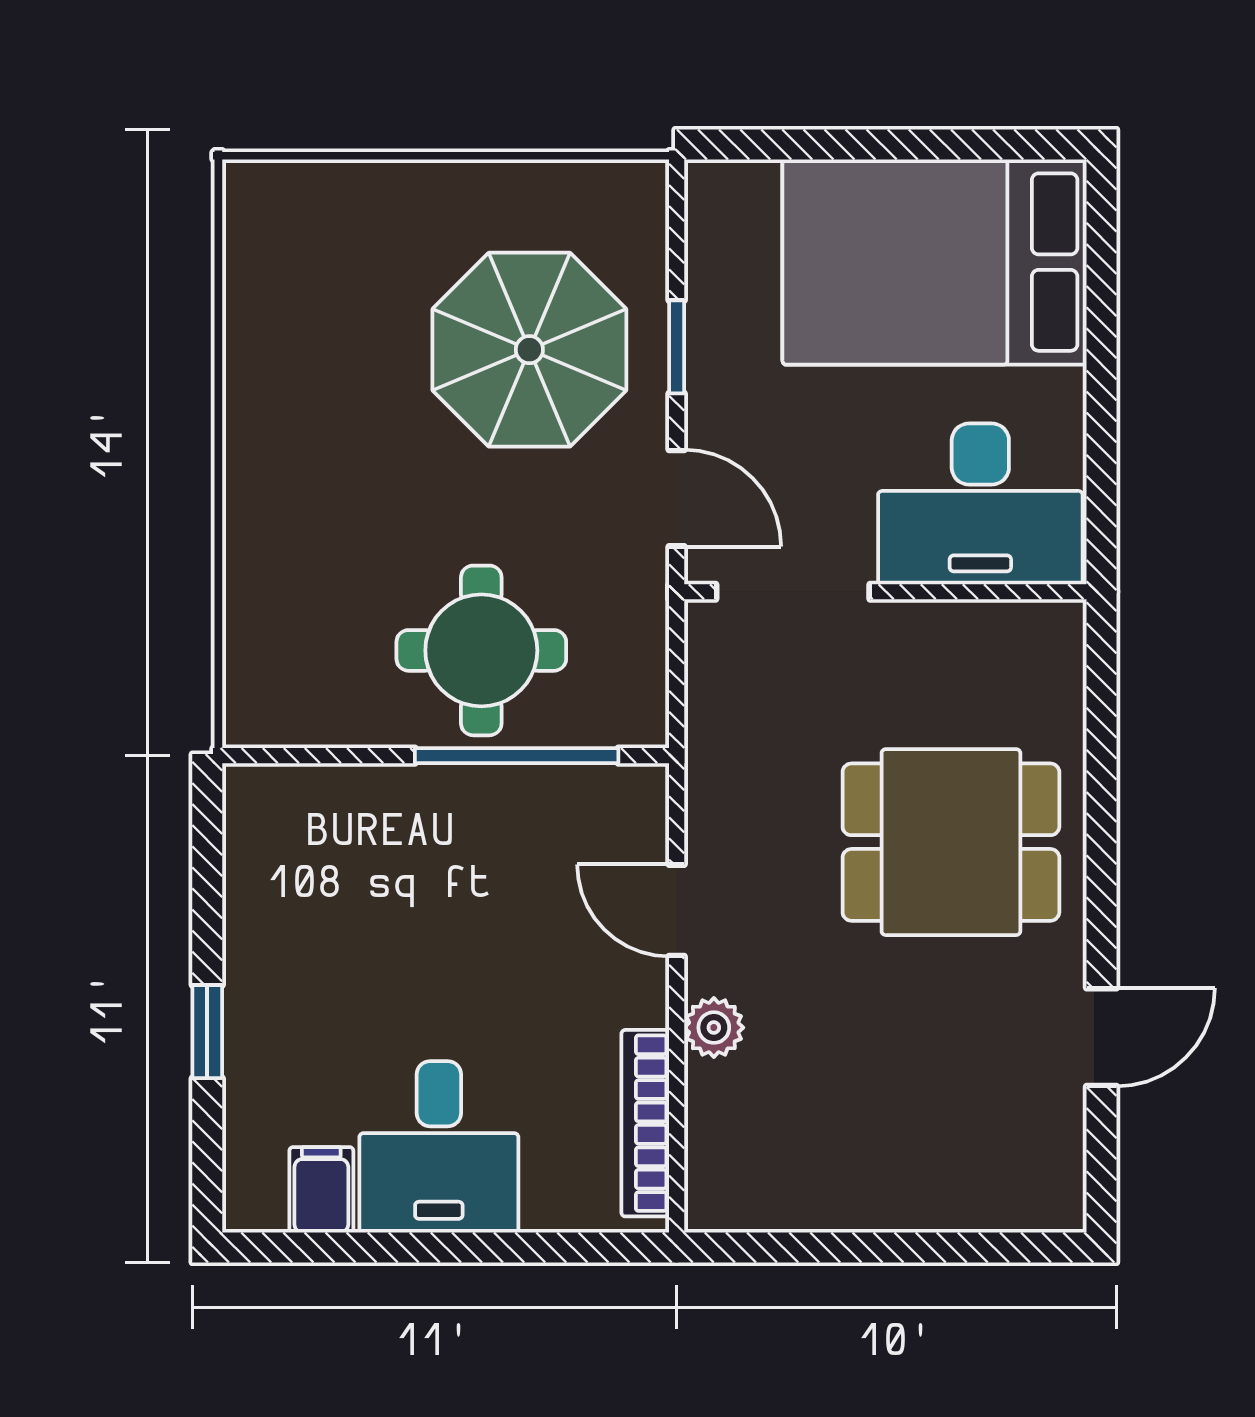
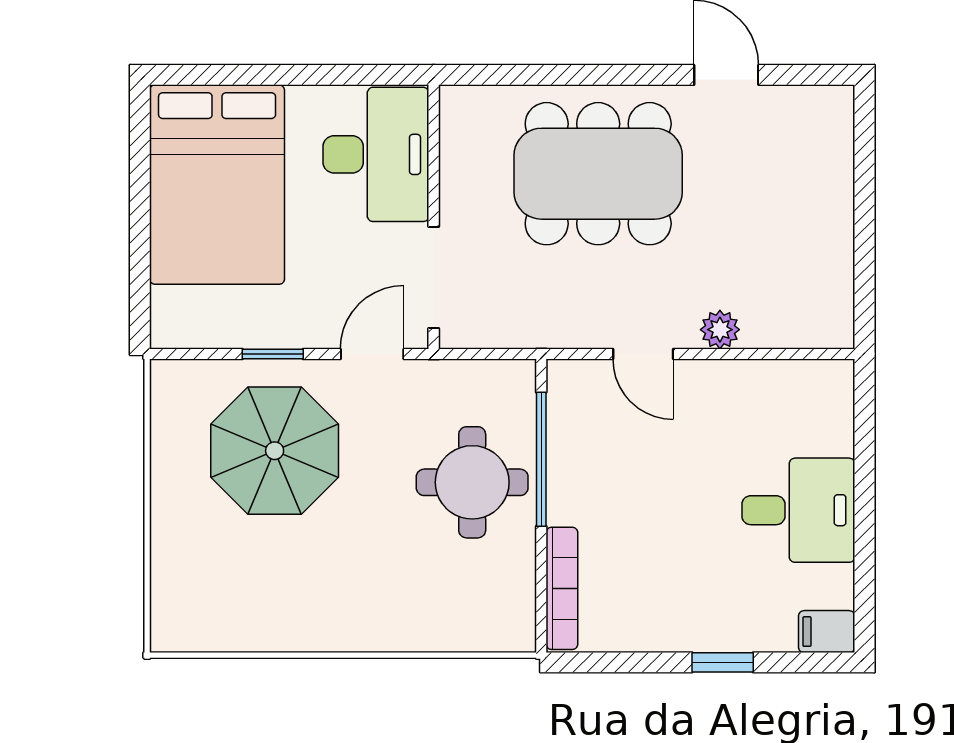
dining table: (951, 842) -> (598, 174), width x1.37
door: (677, 910) -> (643, 354), hinge flipped
bookcase: (645, 1123) -> (562, 588), moved, turned -90
filing cabinet: (321, 1190) -> (827, 632), moved

